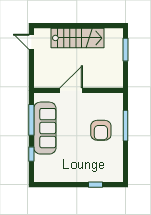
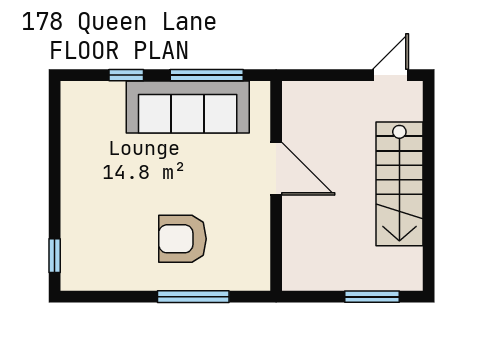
window: (96, 185) -> (55, 256), moved

